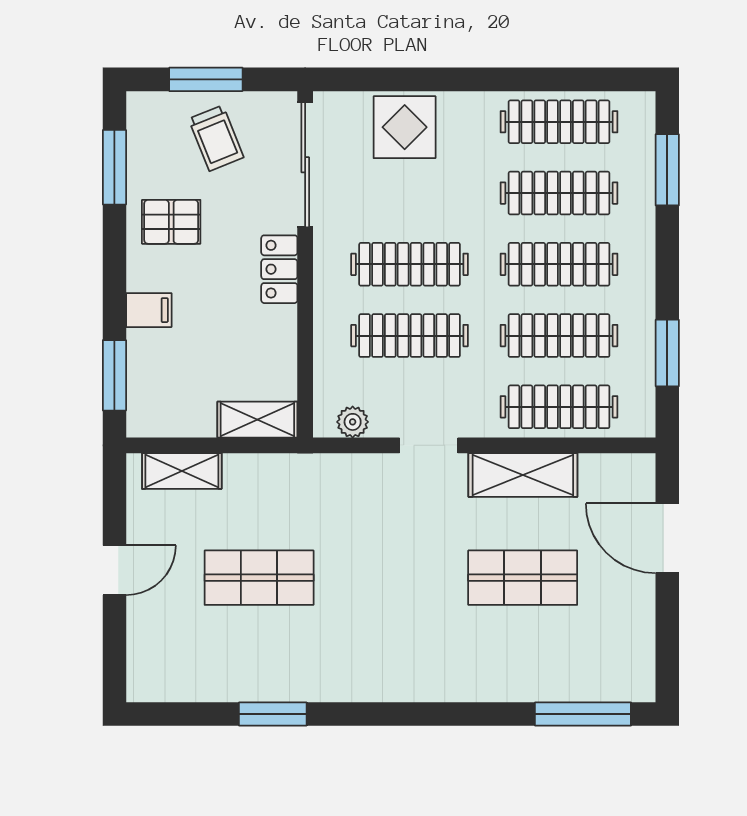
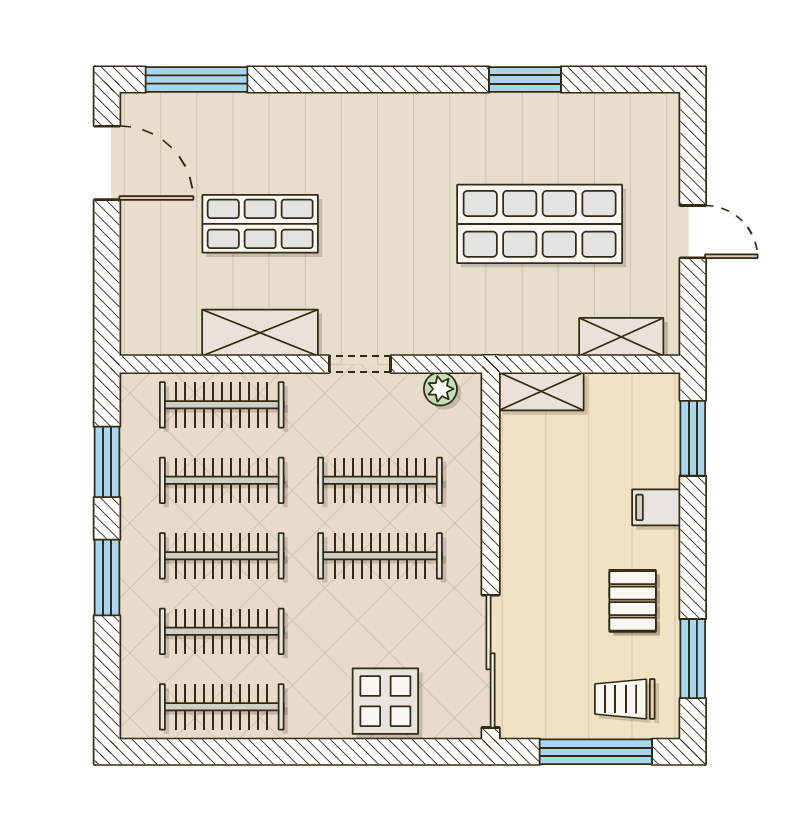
window: (206, 79) -> (596, 752), width x1.44
trolley: (216, 138) -> (625, 699), moved, turned -68
window: (667, 170) -> (107, 577), moved
pallet: (171, 222) -> (633, 601), turned 90
locker: (279, 269) -> (518, 551), removed
door: (667, 538) -> (107, 163), moved
door: (114, 570) -> (693, 232), swing flipped
shop shelf: (259, 578) -> (540, 224), width x1.43, depth x1.36

